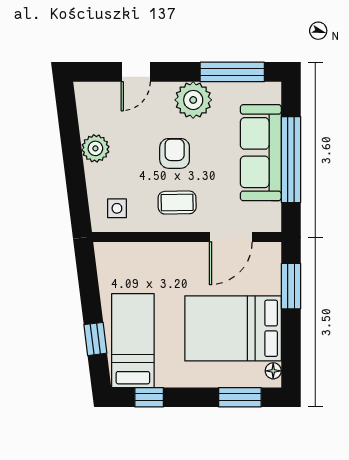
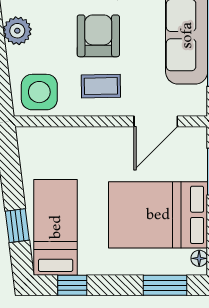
armchair: (175, 153) -> (98, 36), width x1.38, depth x1.38
side table: (117, 208) -> (39, 92), width x1.87, depth x1.87

